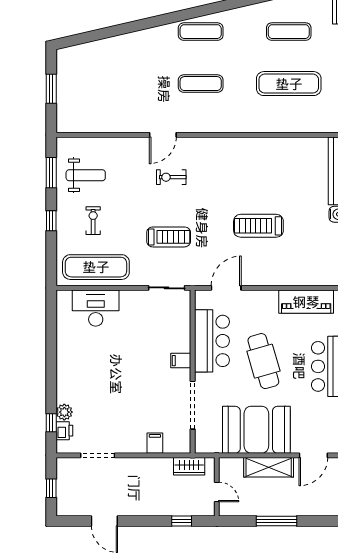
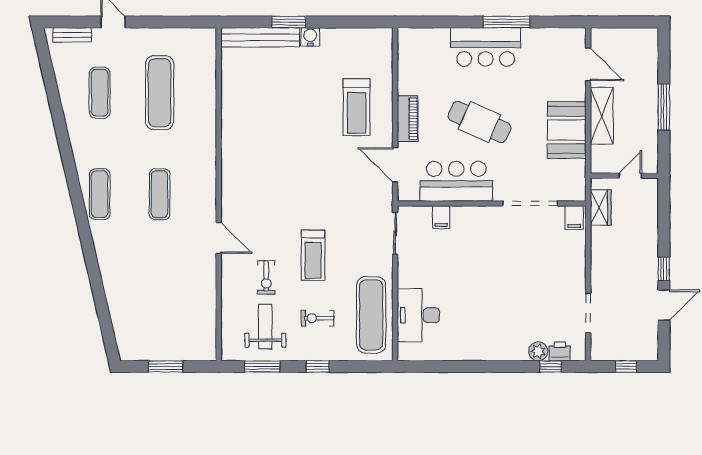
exercise bike: (171, 177) -> (266, 277), moved
treadmill: (258, 226) -> (357, 107), moved
treadmill: (169, 237) -> (313, 255), moved, turned 180
piano: (306, 302) -> (408, 119), moved, width x0.73, depth x0.75
filing cabinet: (181, 361) -> (441, 217), moved
cafe table: (263, 361) -> (479, 122), turned 40
booth: (256, 430) -> (567, 130), width x0.73, depth x0.70
filing cabinet: (155, 443) -> (574, 218), moved, turned -90
window: (182, 521) -> (664, 269), moved

